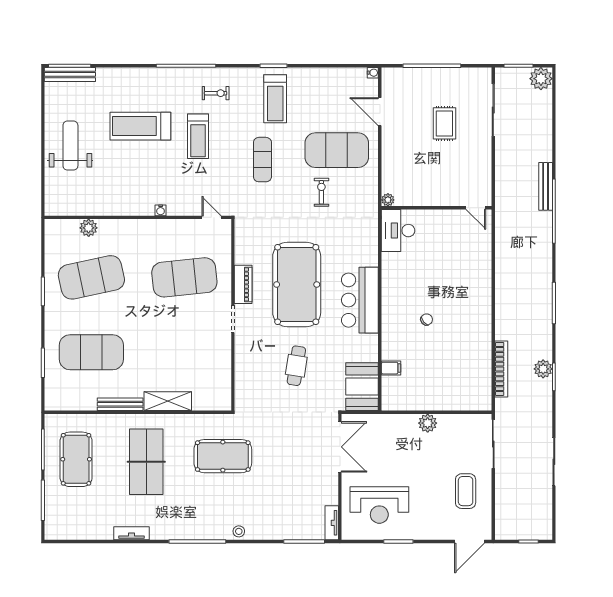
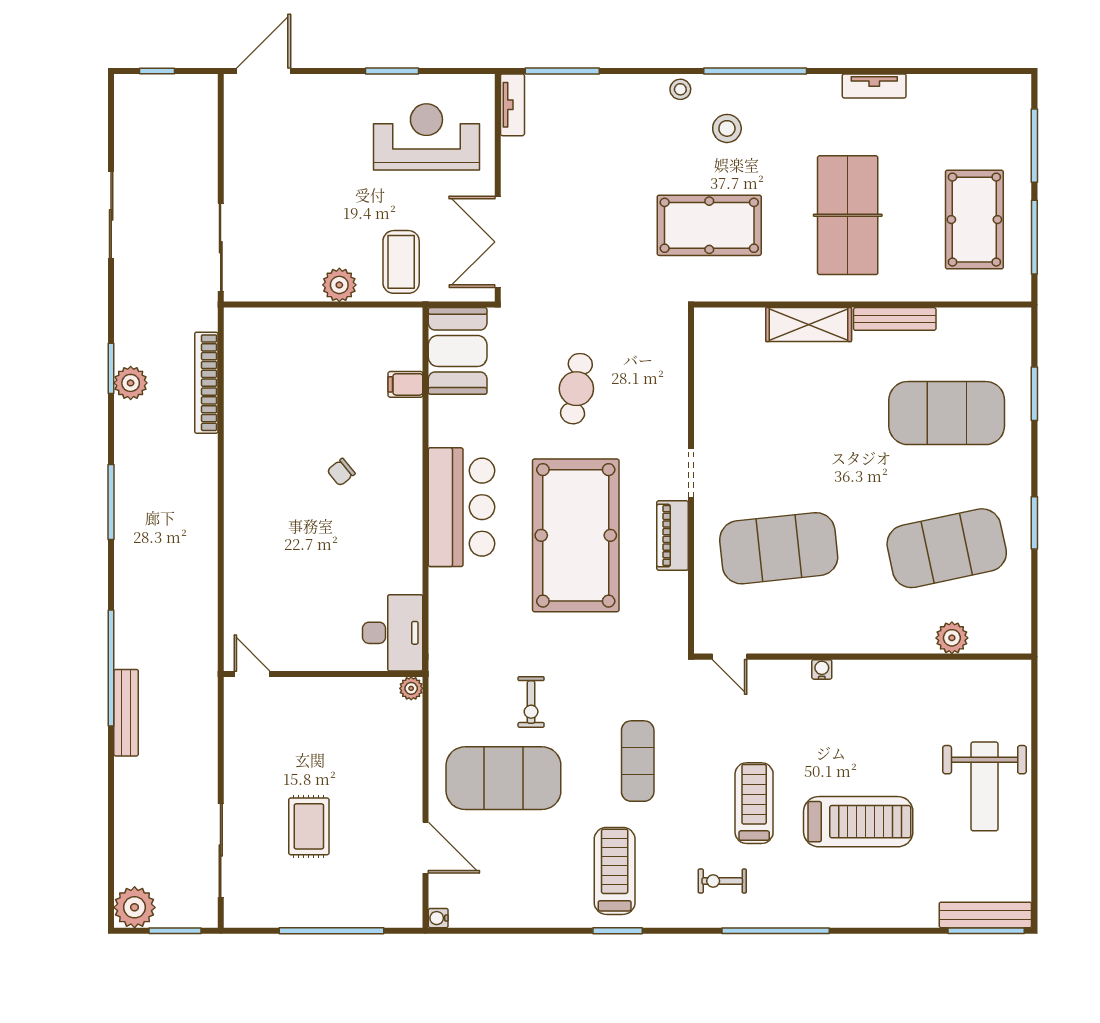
coffee table: (466, 491) -> (401, 262), moved
stool: (213, 510) -> (727, 128), added

